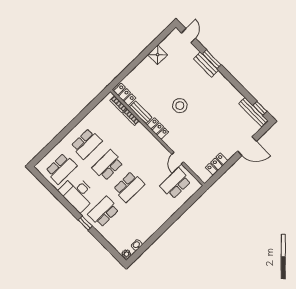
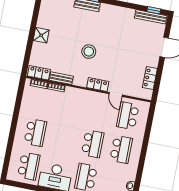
shower: (158, 55) -> (41, 35), moved
locker: (158, 128) -> (98, 84), moved
school desk: (108, 165) -> (121, 149), moved, turned 180

